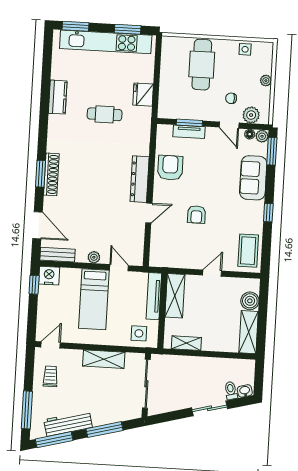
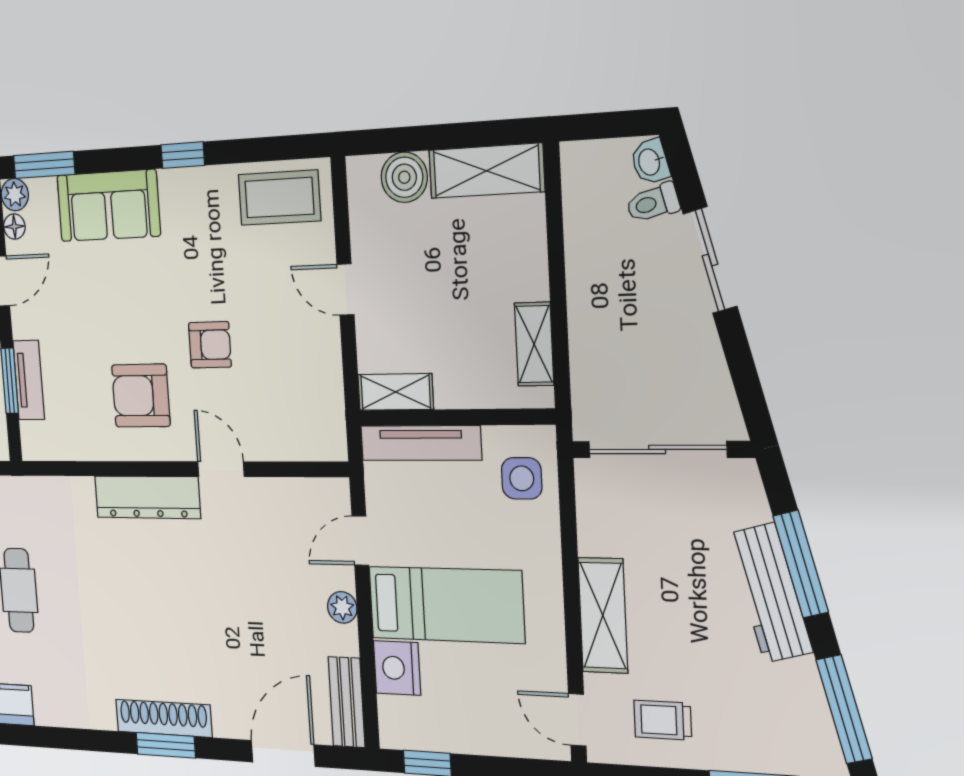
armchair: (170, 168) -> (141, 396), moved
nightstand: (49, 276) -> (397, 668), moved
shelving: (175, 296) -> (396, 392), width x0.67, depth x0.75
shelving: (104, 359) -> (603, 616), moved
workbench: (68, 424) -> (770, 593), moved

